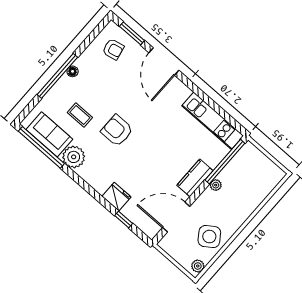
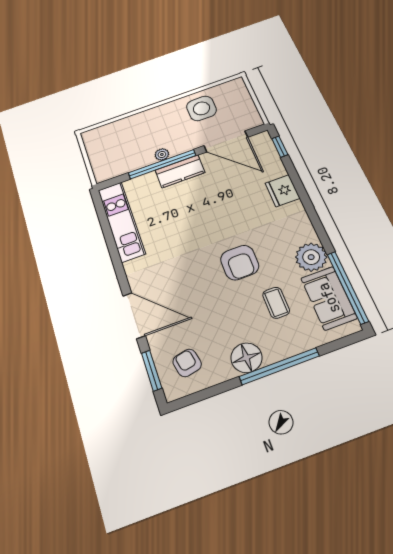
door: (164, 62) -> (134, 315), hinge flipped
floor lamp: (73, 71) -> (246, 358), width x1.89, depth x1.89
window: (225, 162) -> (162, 164), moved
window: (124, 220) -> (280, 147), moved
side table: (209, 237) -> (201, 108), turned 35
plant: (198, 266) -> (232, 86), removed

